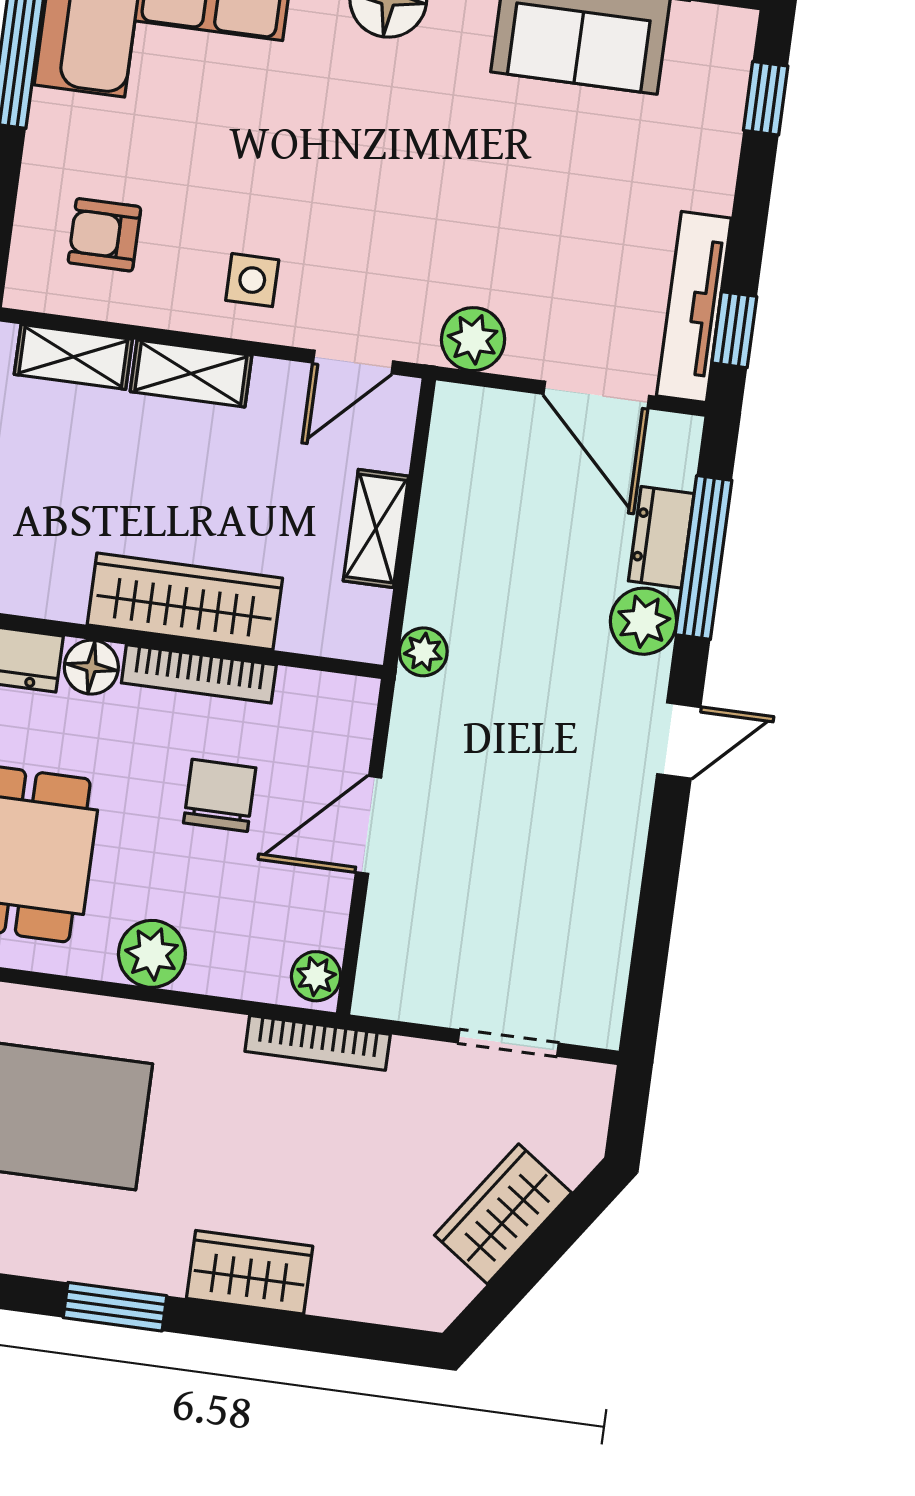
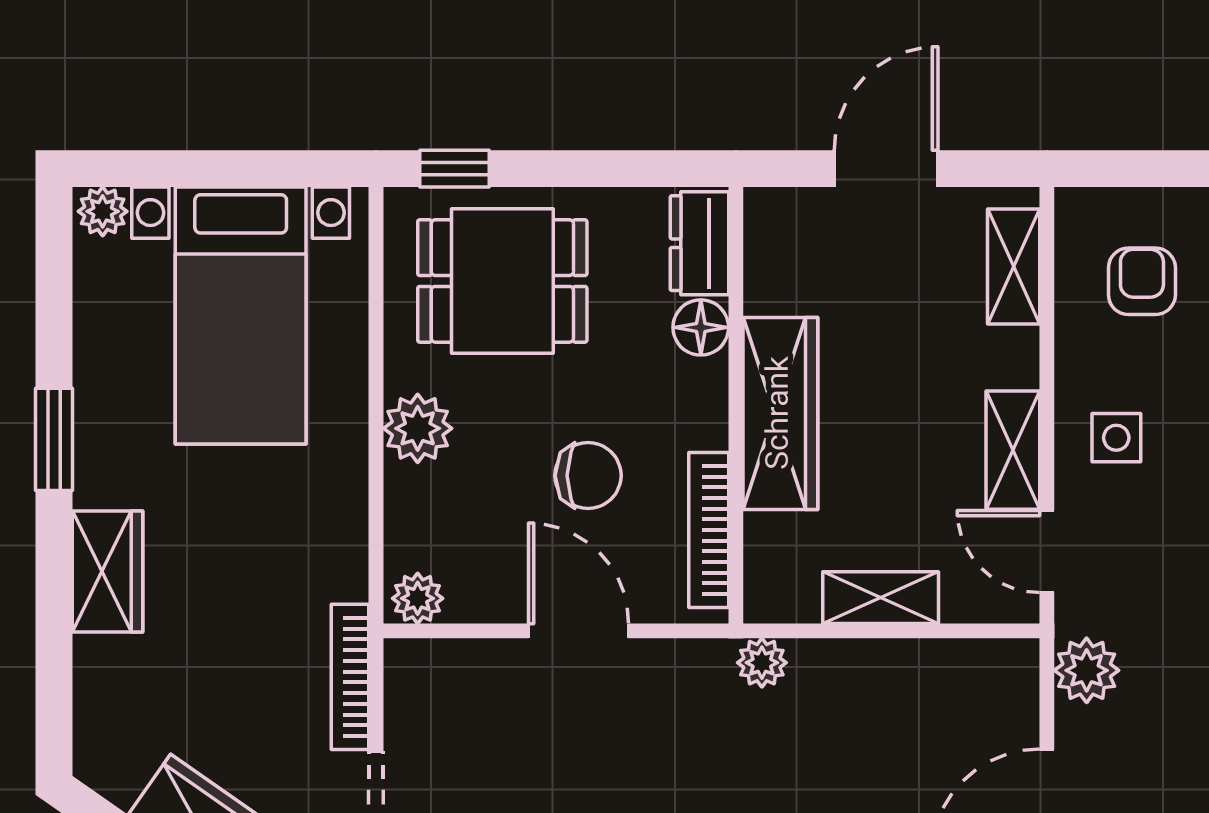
shelving: (191, 374) -> (1013, 450), moved
bookcase: (199, 674) -> (709, 530), moved
bookcase: (318, 1043) -> (350, 677), moved

